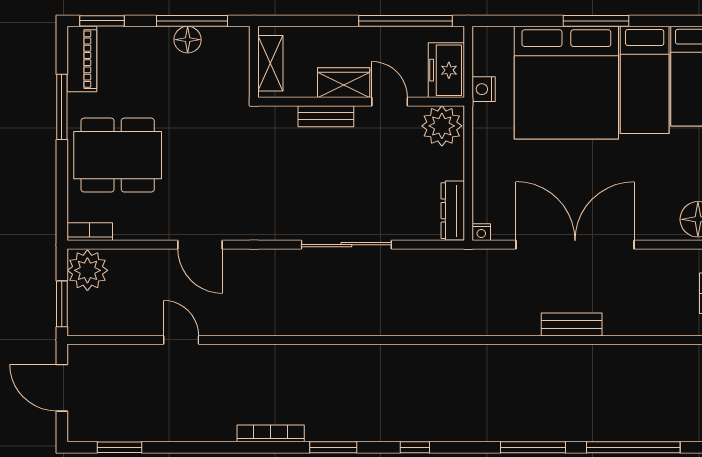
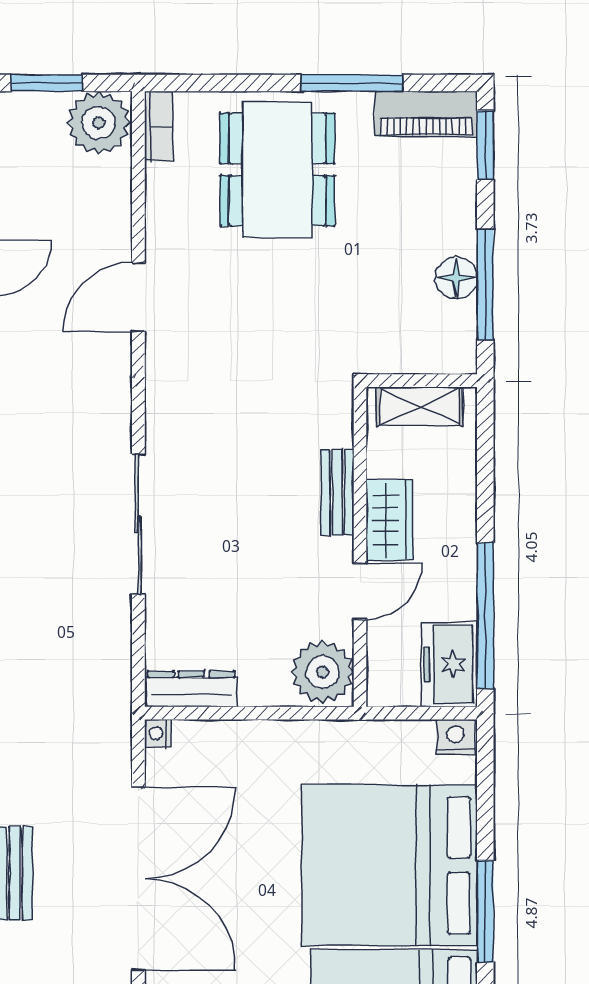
freezer: (446, 70) -> (449, 664), moved, turned -90
nightstand: (484, 89) -> (455, 737), moved

